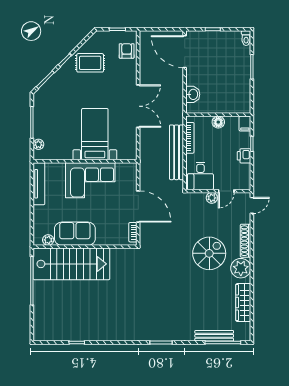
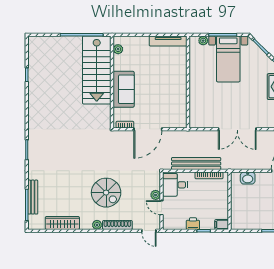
floor lamp: (218, 122) -> (223, 201), removed
bed with nightstands: (95, 134) -> (228, 59), moved, turned 90
corner sofa: (90, 180) -> (171, 87), removed
sofa: (75, 234) -> (124, 89), moved
plant: (241, 268) -> (97, 225), width x0.53, depth x0.53

